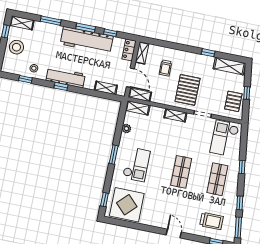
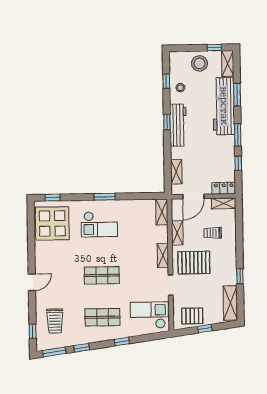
workbench: (87, 40) -> (224, 106), moved
shelving: (140, 95) -> (177, 233), moved
plant: (126, 129) -> (136, 204), removed

